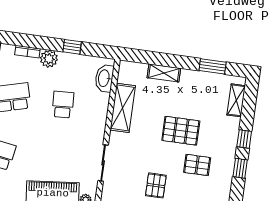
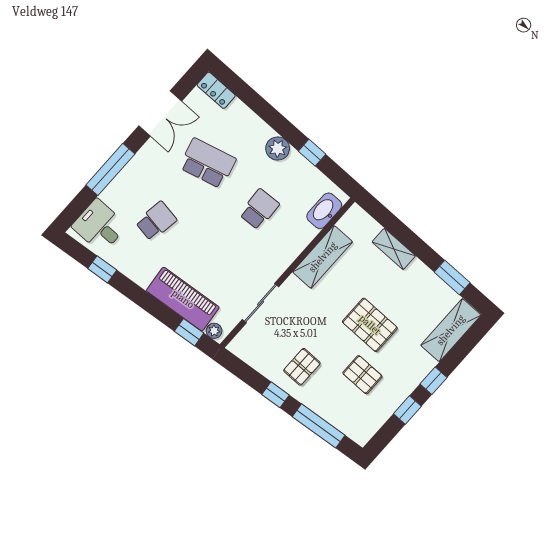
bookcase: (27, 52) -> (259, 125), removed
shelving: (236, 100) -> (451, 330), width x1.50, depth x1.33

